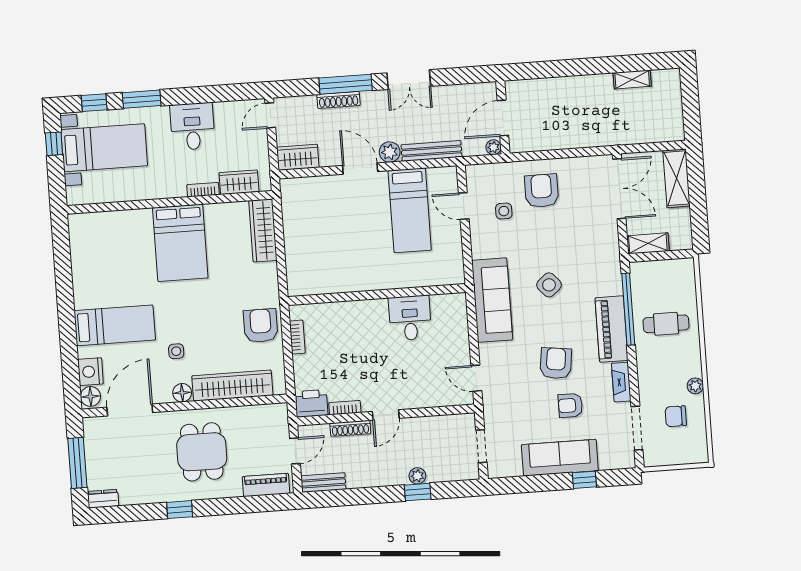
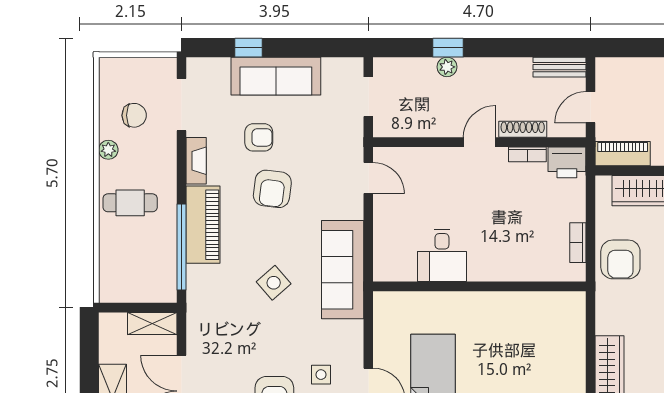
cafe table: (666, 324) -> (130, 203), moved
piano: (266, 485) -> (623, 154), moved, turned 180

